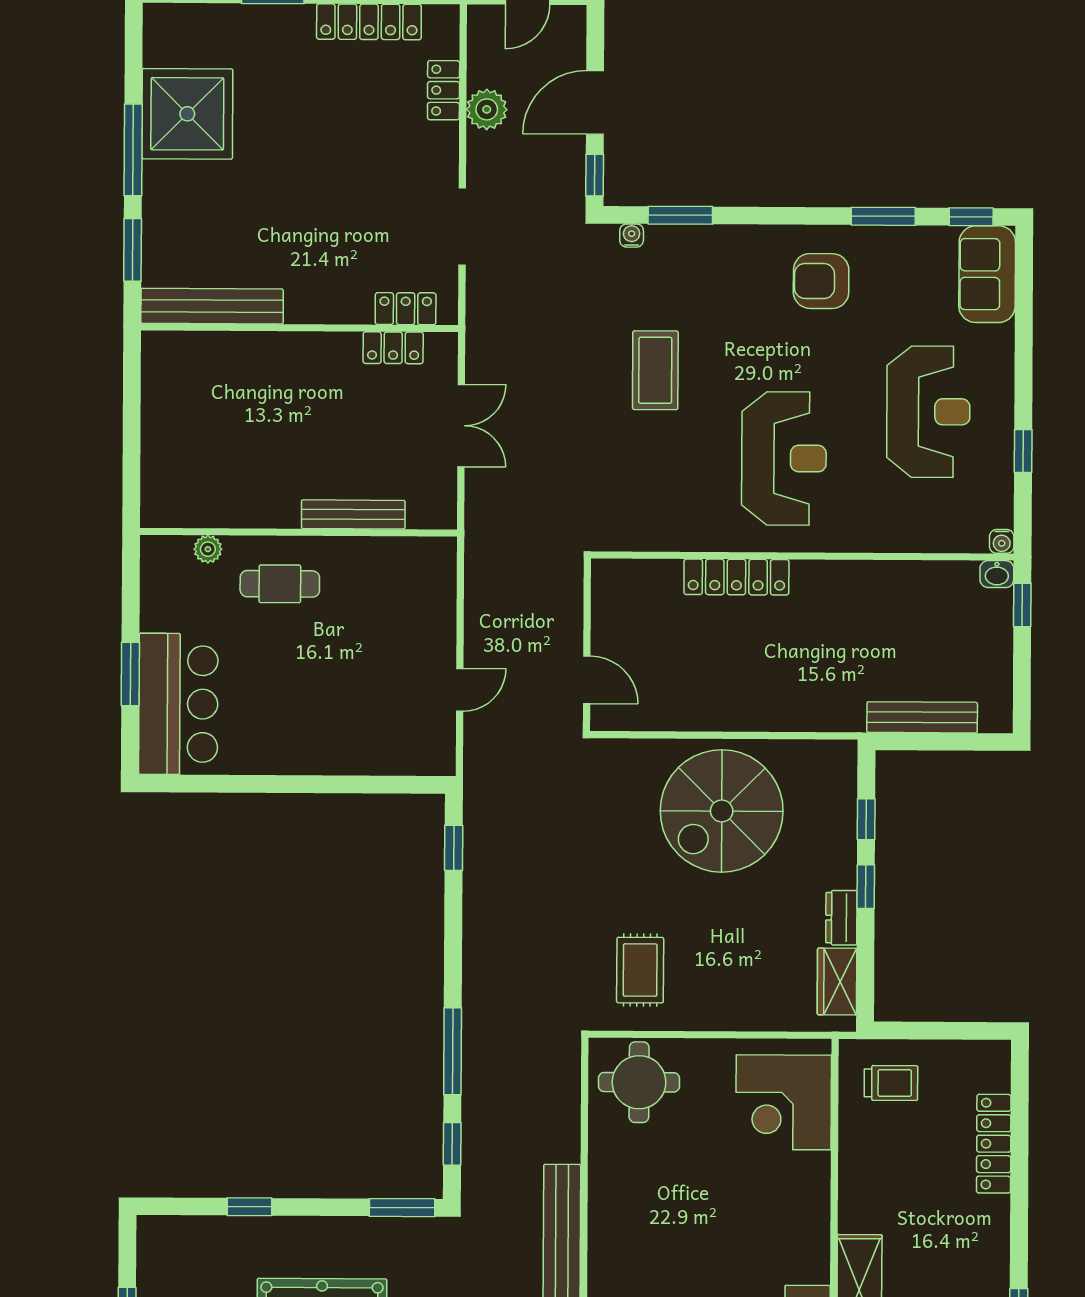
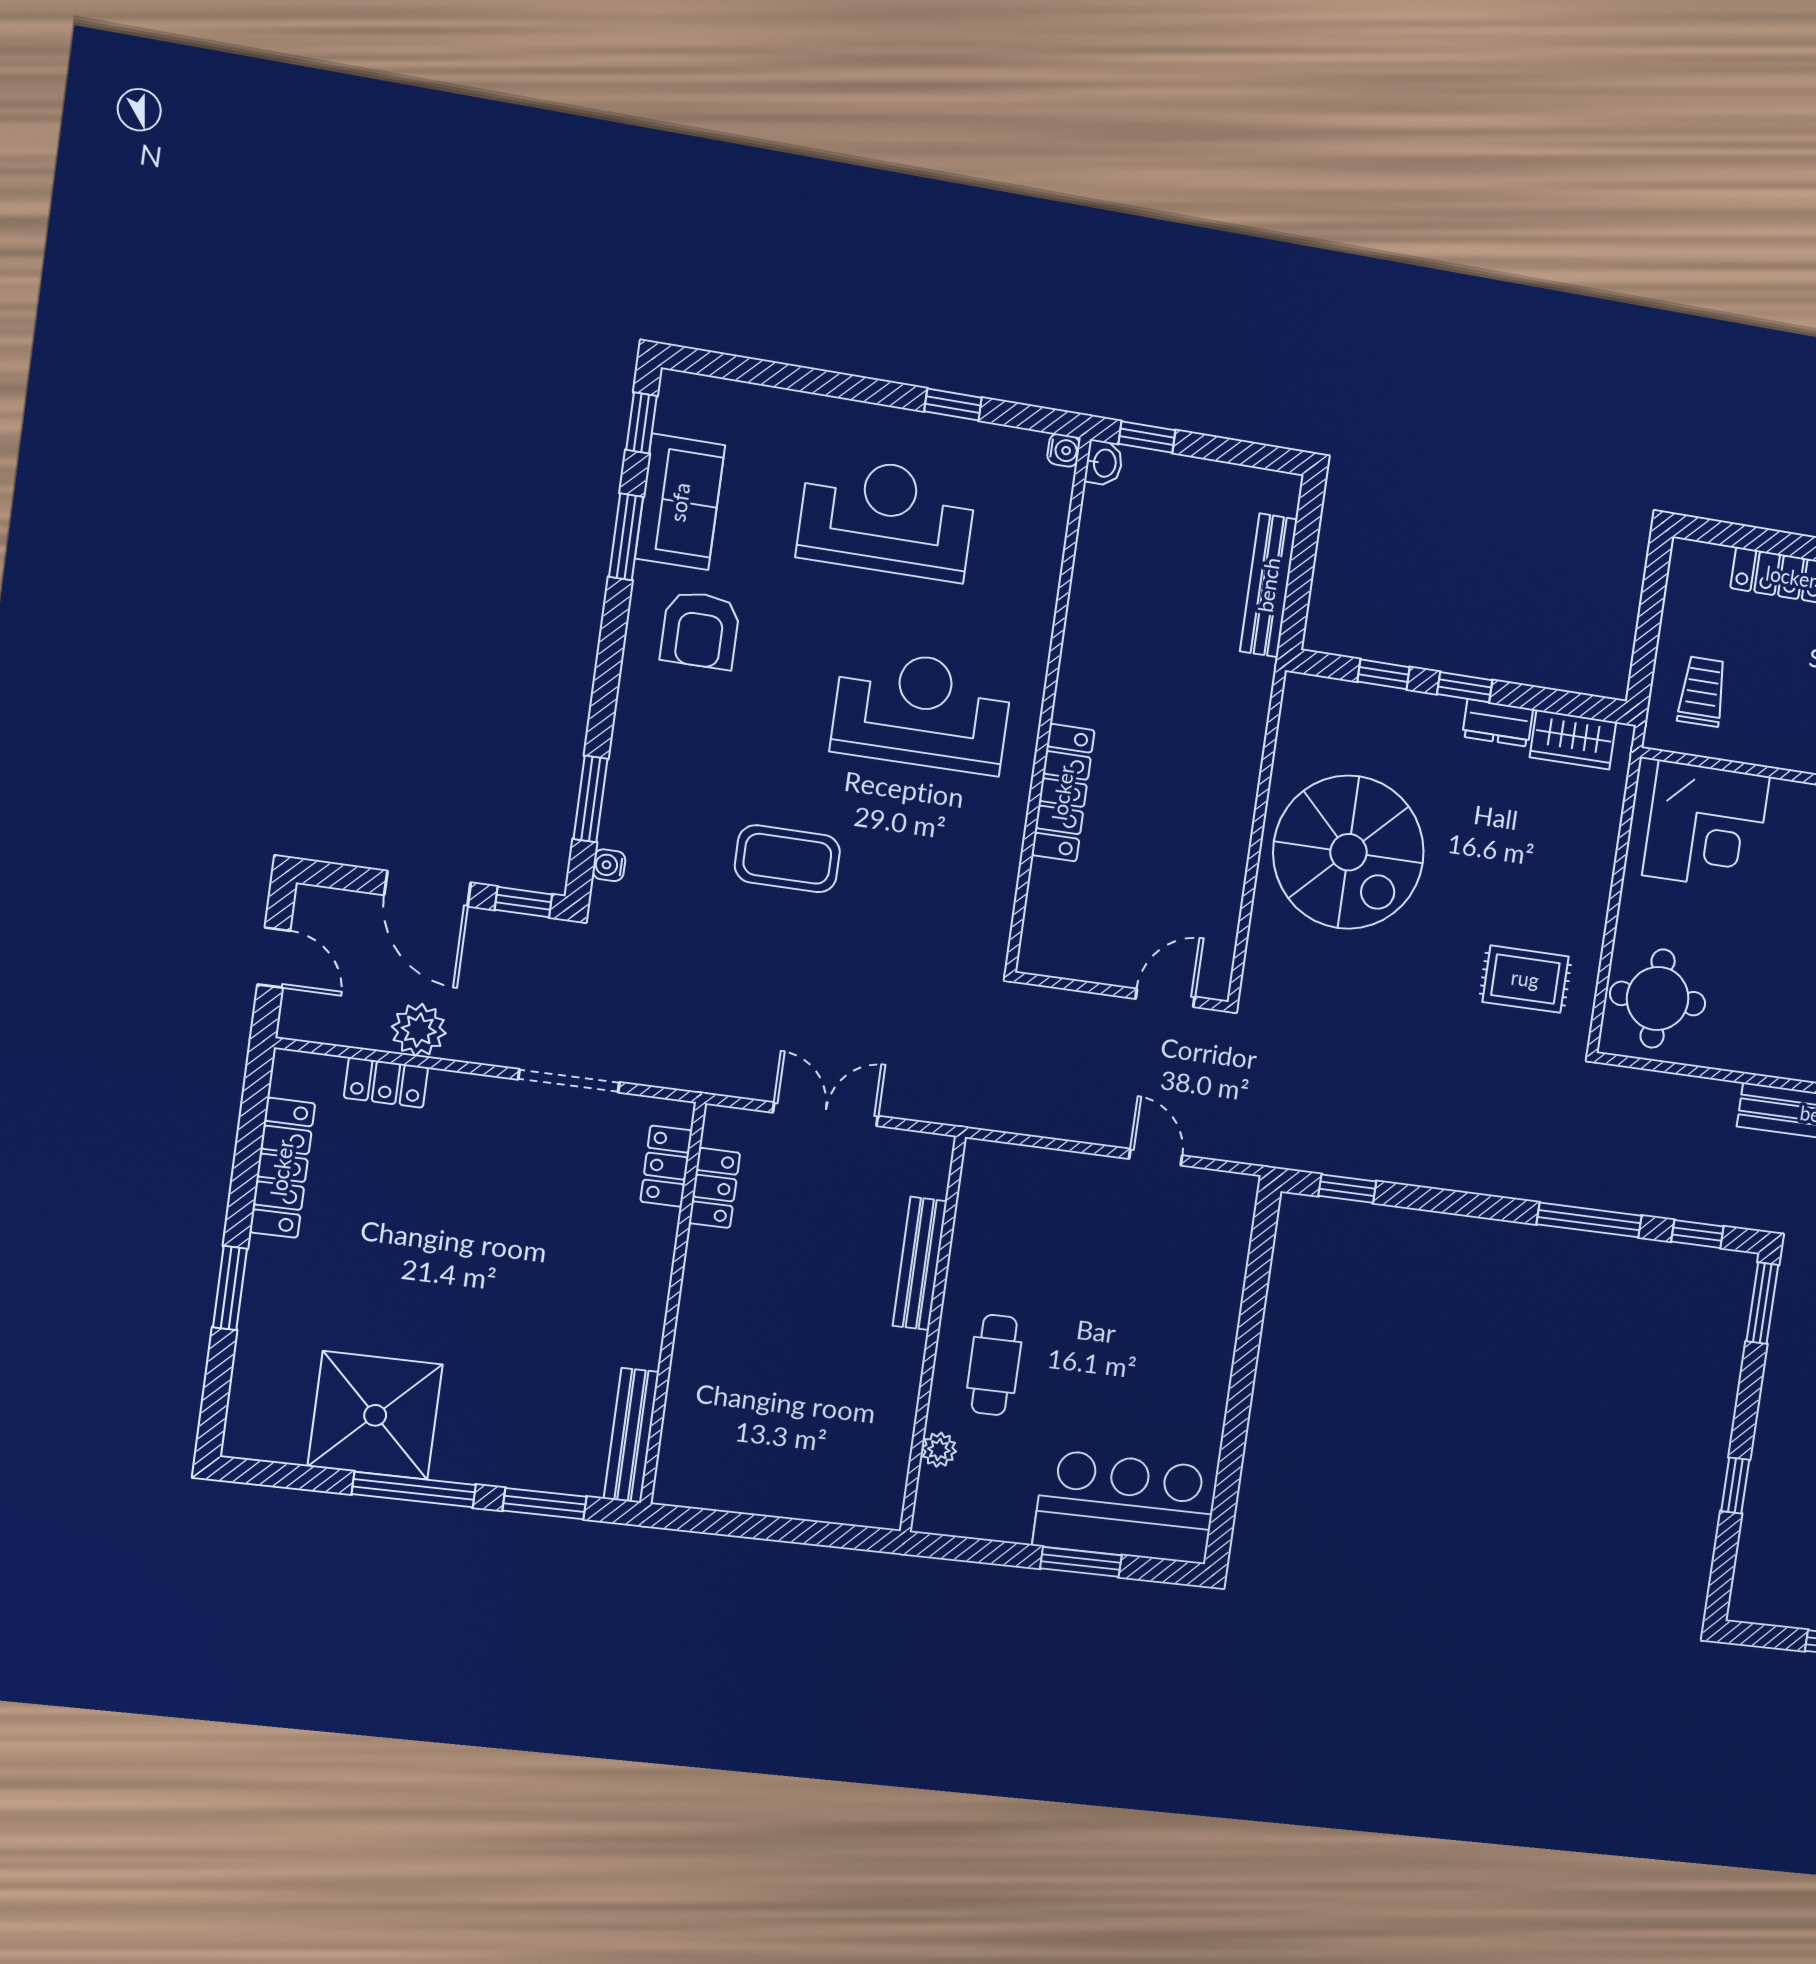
sofa: (987, 274) -> (680, 502), moved, turned -90
bench: (212, 306) -> (631, 1435), width x0.73, depth x0.82

